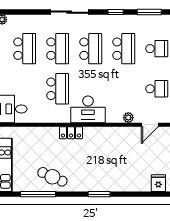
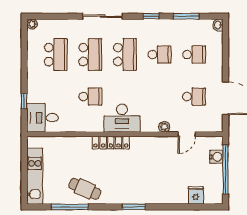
school desk: (124, 49) -> (159, 55), width x0.54
school desk: (58, 89) -> (90, 97), width x0.54
locker: (71, 133) -> (111, 143), width x1.53

